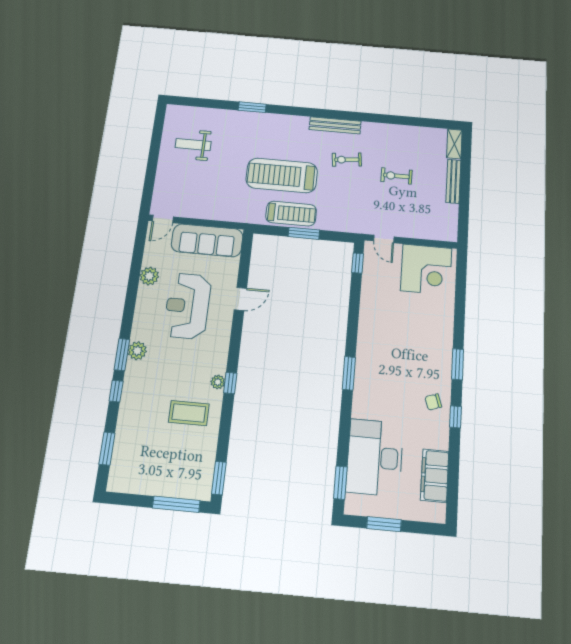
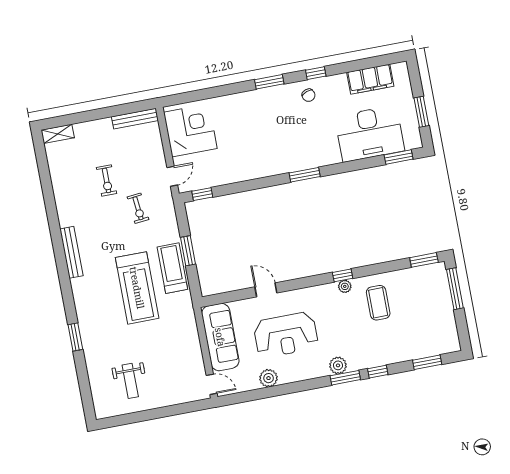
exercise bike: (347, 160) -> (138, 208), moved
bench: (453, 181) -> (135, 119), moved

